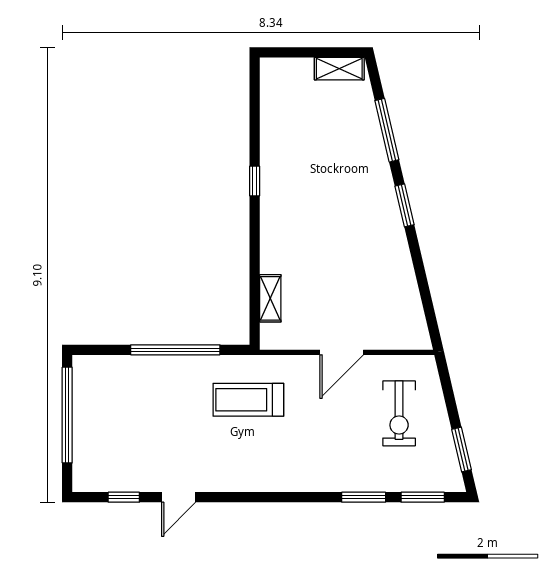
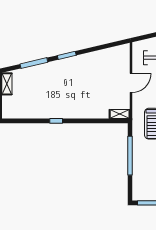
shelving: (270, 298) -> (120, 114), moved
door: (342, 352) -> (131, 83), hinge flipped

